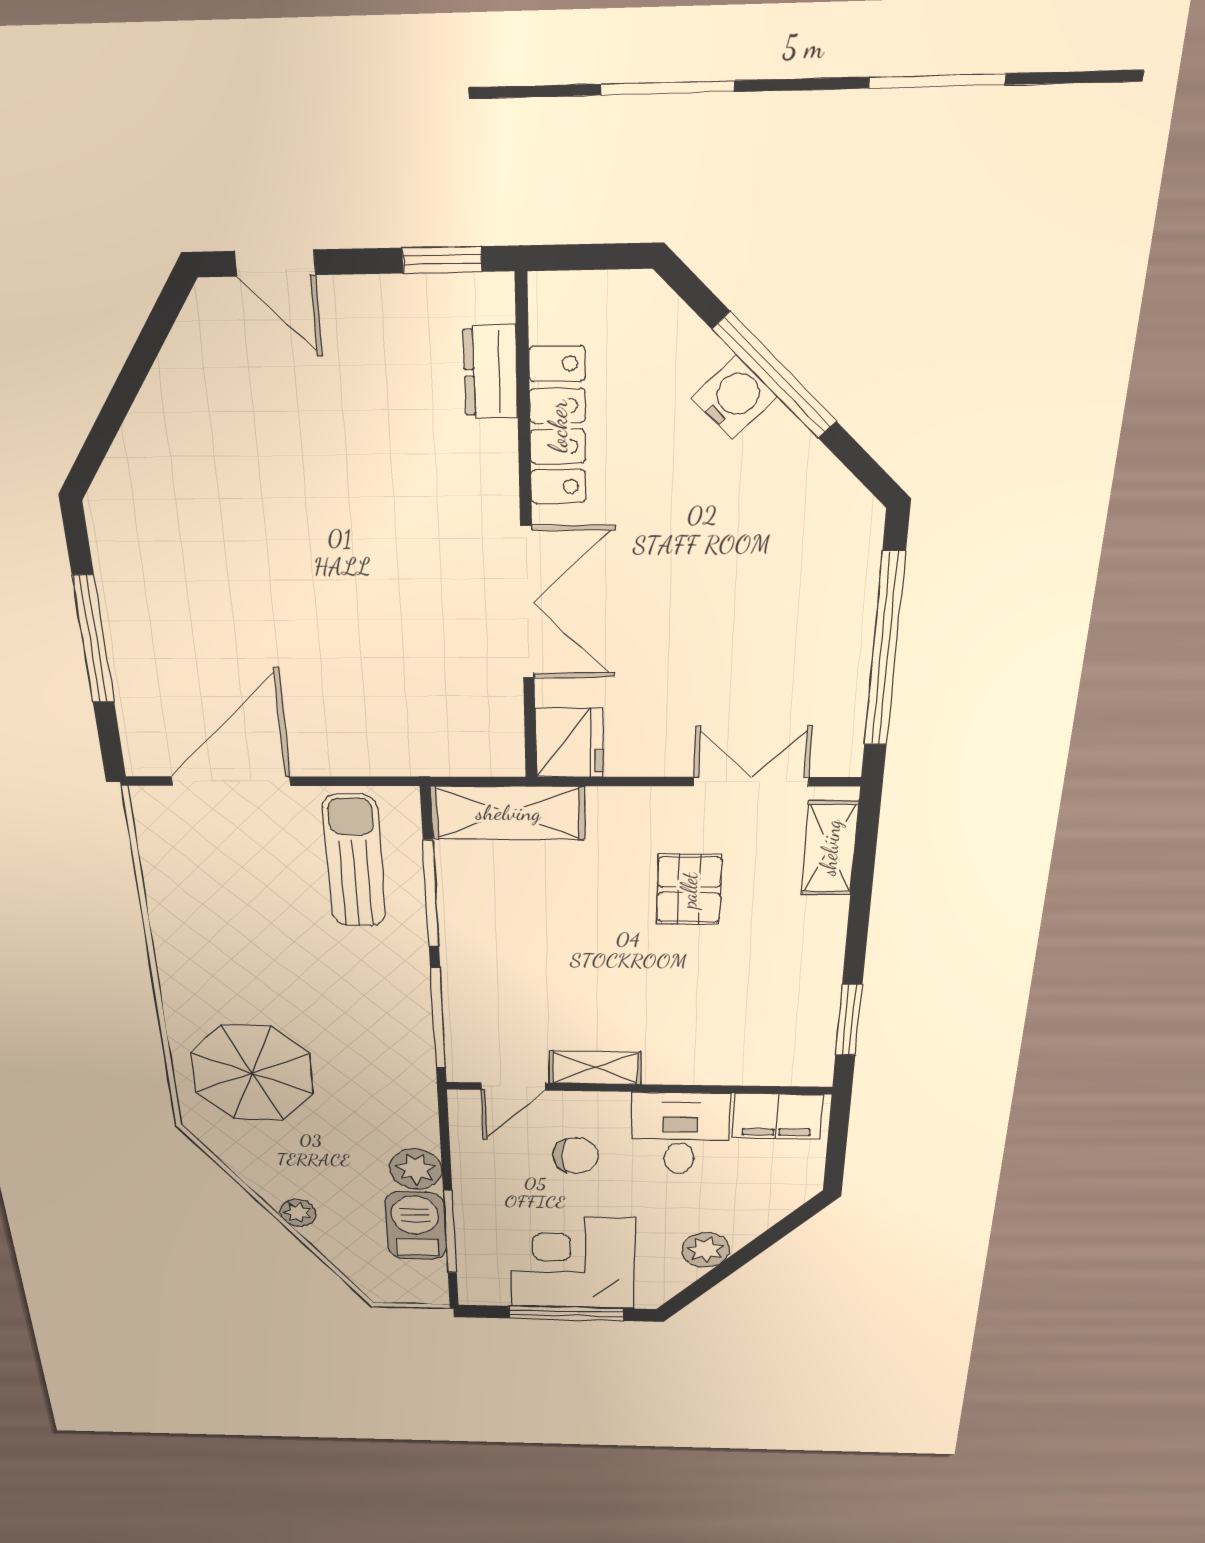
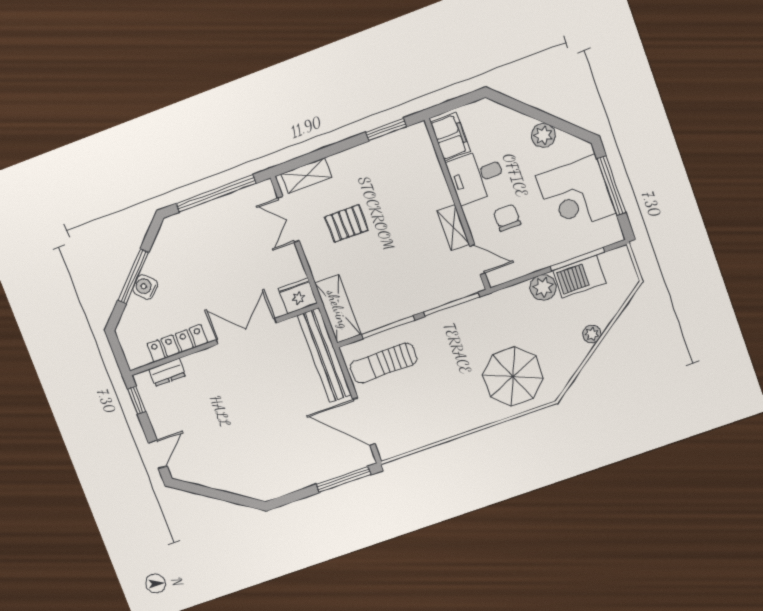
window: (93, 640) -> (344, 479), moved
bench: (411, 752) -> (324, 355), added

